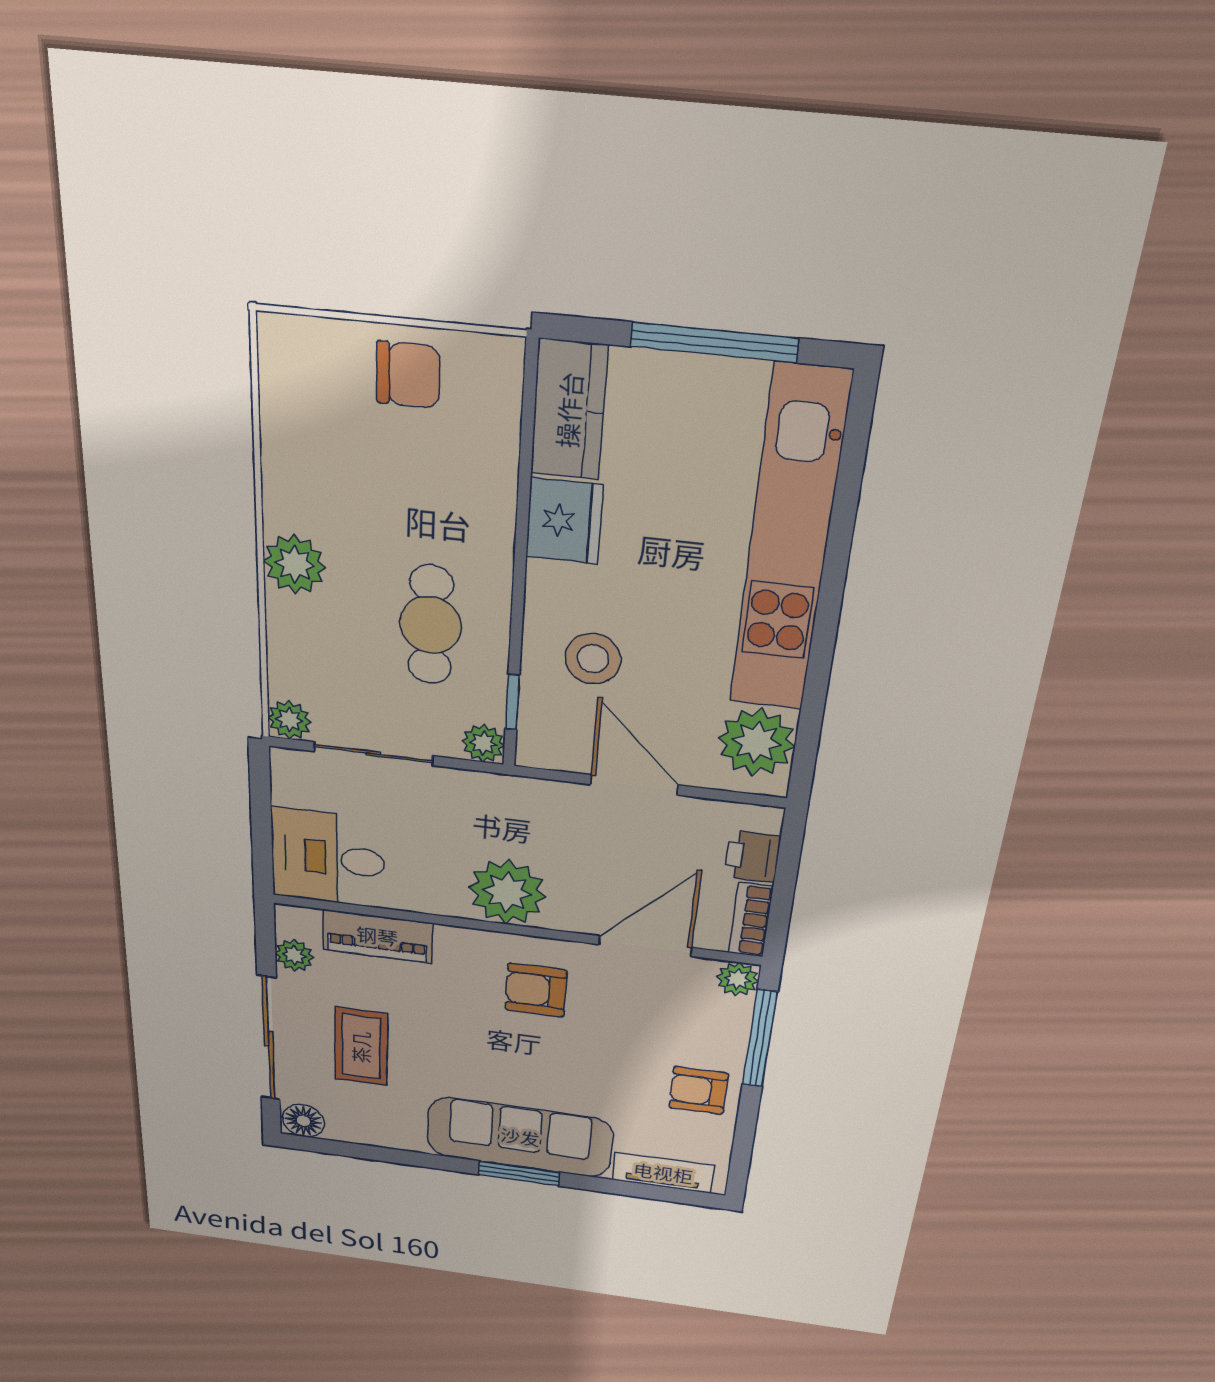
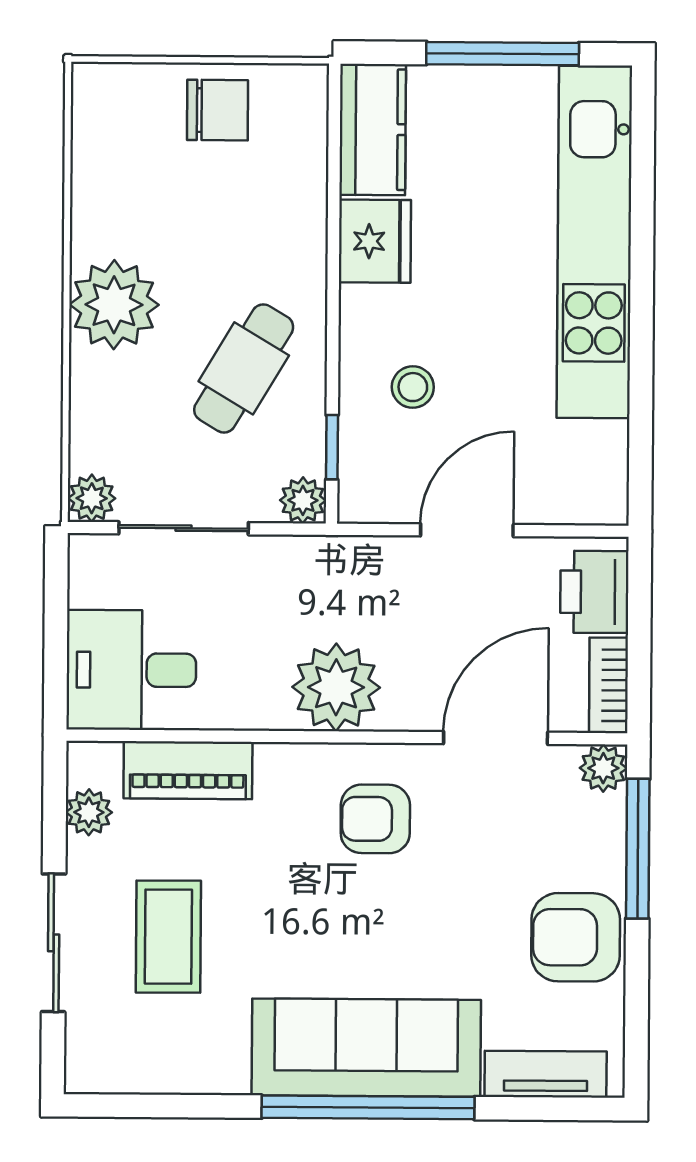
plant: (295, 564) -> (114, 305), width x1.36, depth x1.36
cafe table: (431, 625) -> (244, 368), turned 31
stool: (593, 659) -> (413, 387), width x0.73, depth x0.73
plant: (757, 742) -> (589, 463), removed
door: (634, 785) -> (467, 530), hinge flipped
printer: (752, 857) -> (594, 592), width x1.36, depth x1.24
sliding door: (269, 1039) -> (54, 943), width x0.73
armchair: (698, 1090) -> (576, 937), width x1.38, depth x1.38
floor lamp: (303, 1121) -> (94, 1068), removed
window: (519, 1173) -> (368, 1107), width x2.11

